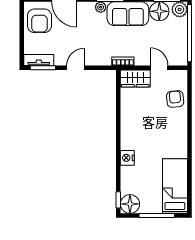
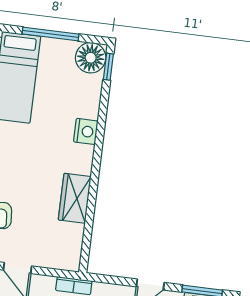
wardrobe: (135, 78) -> (75, 198), moved, turned -90

